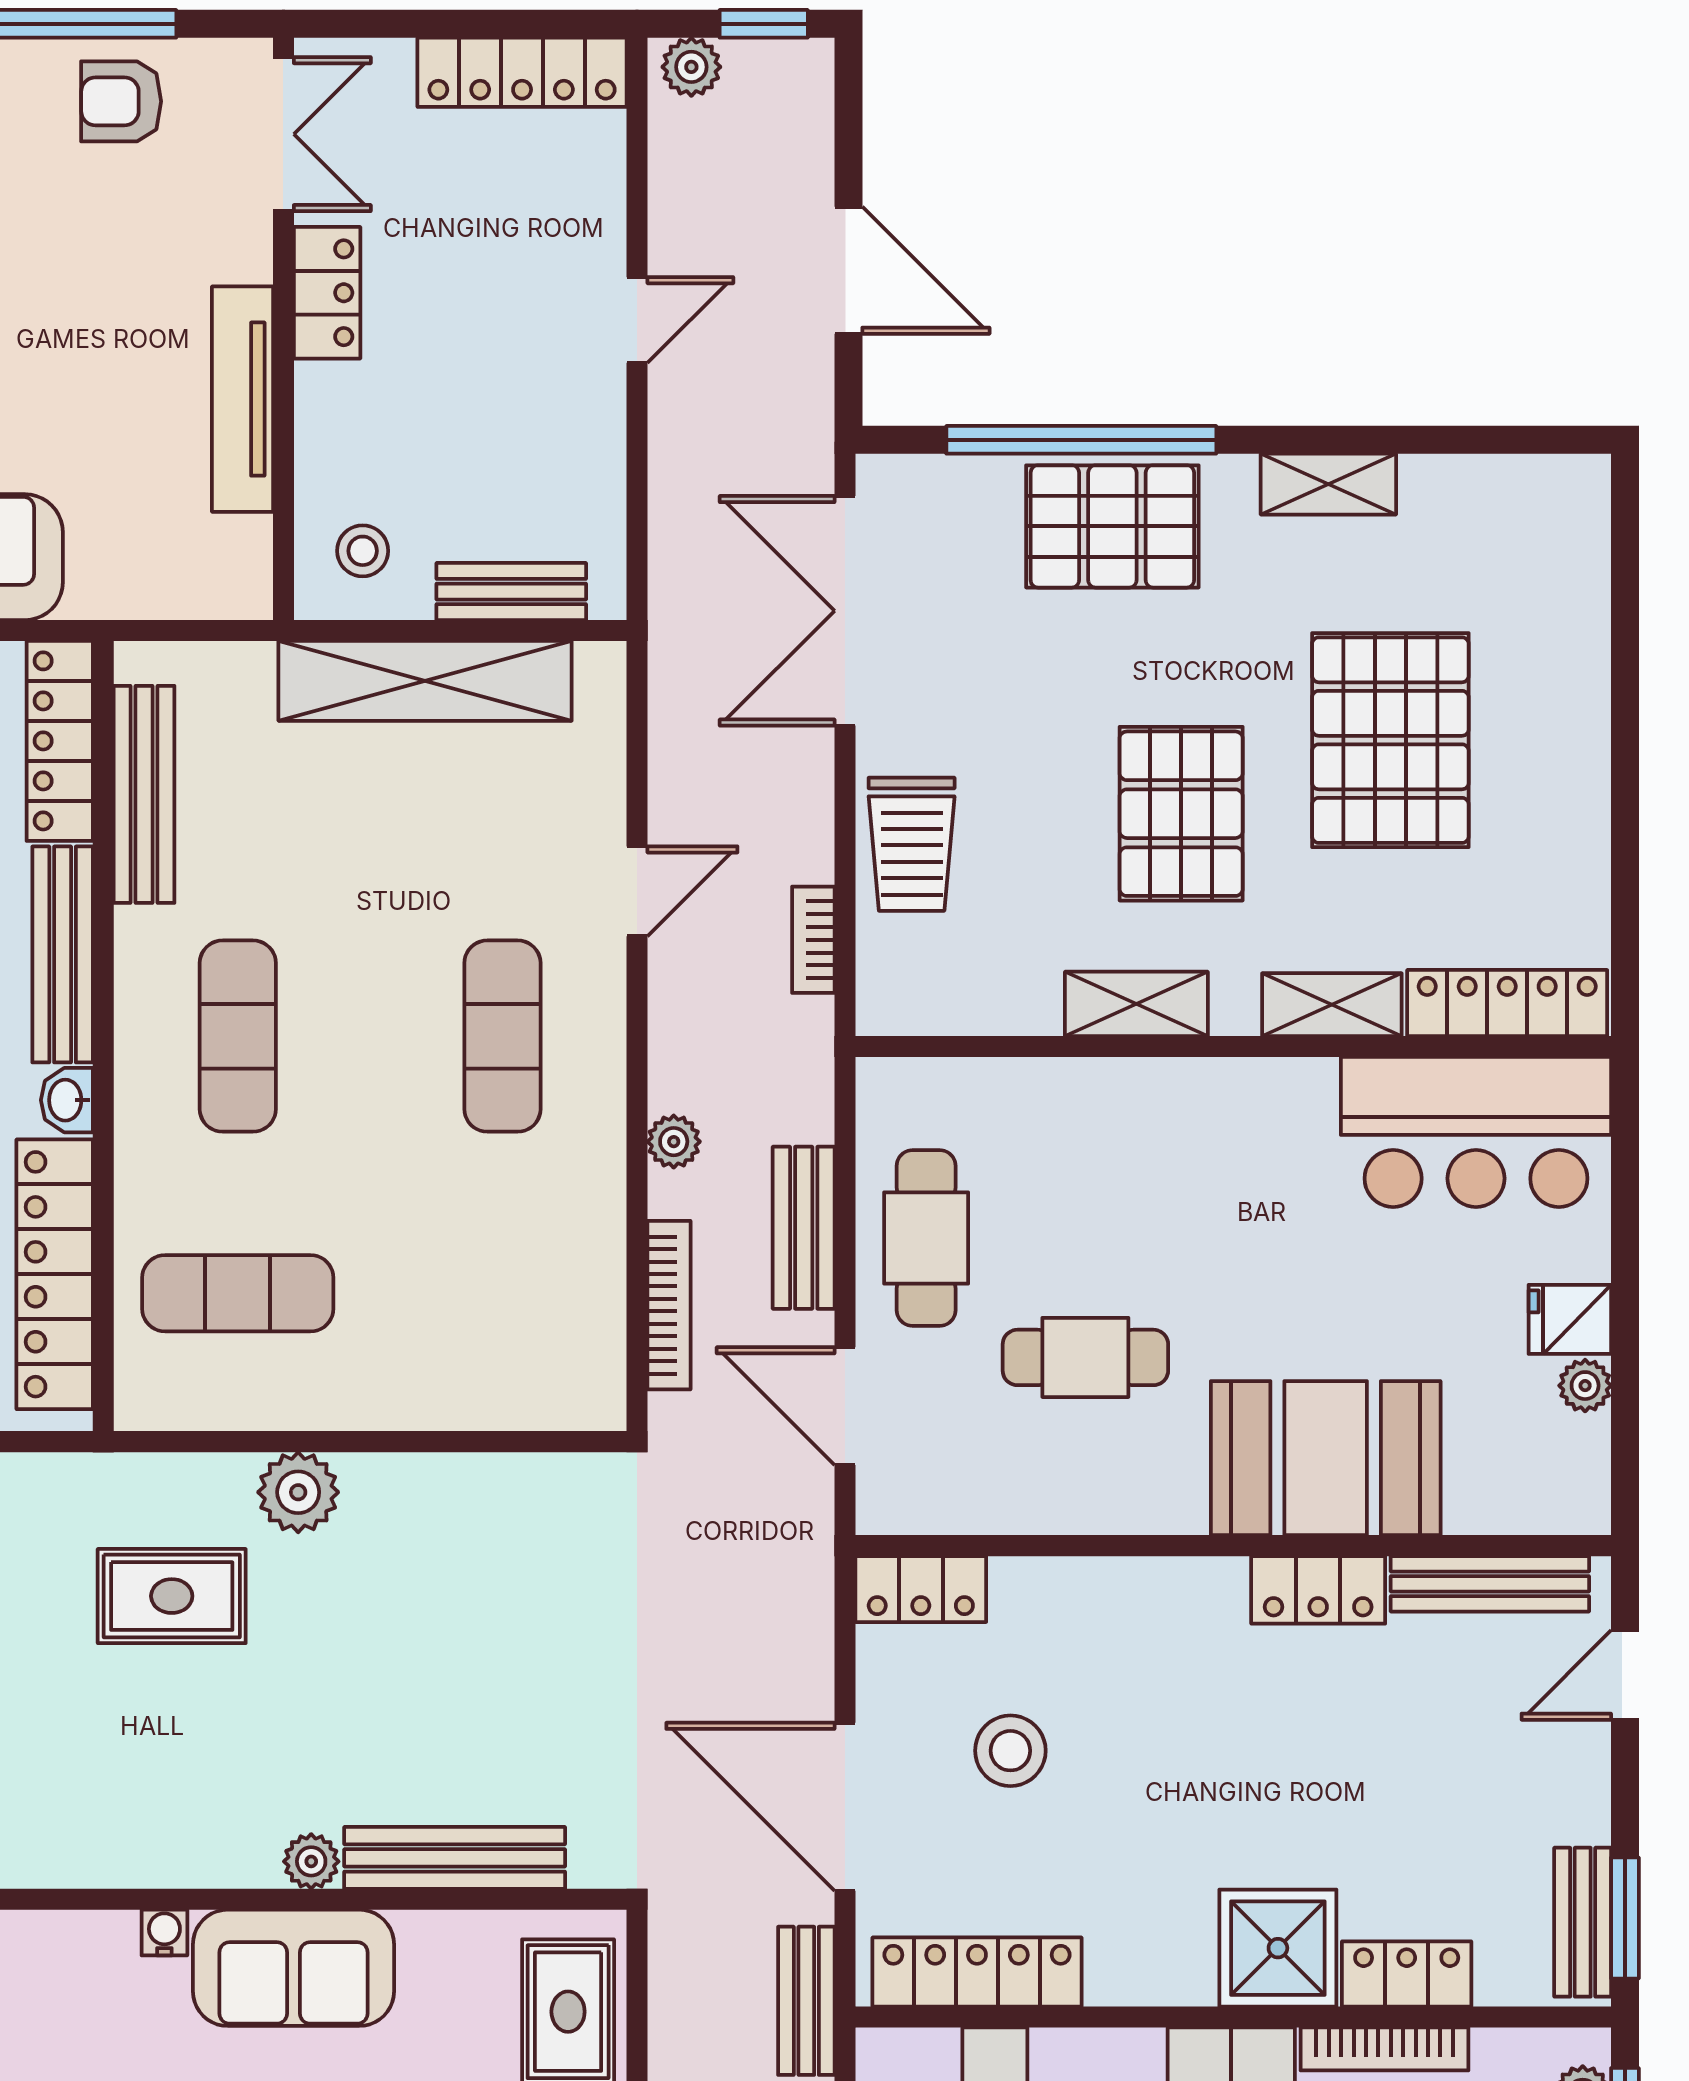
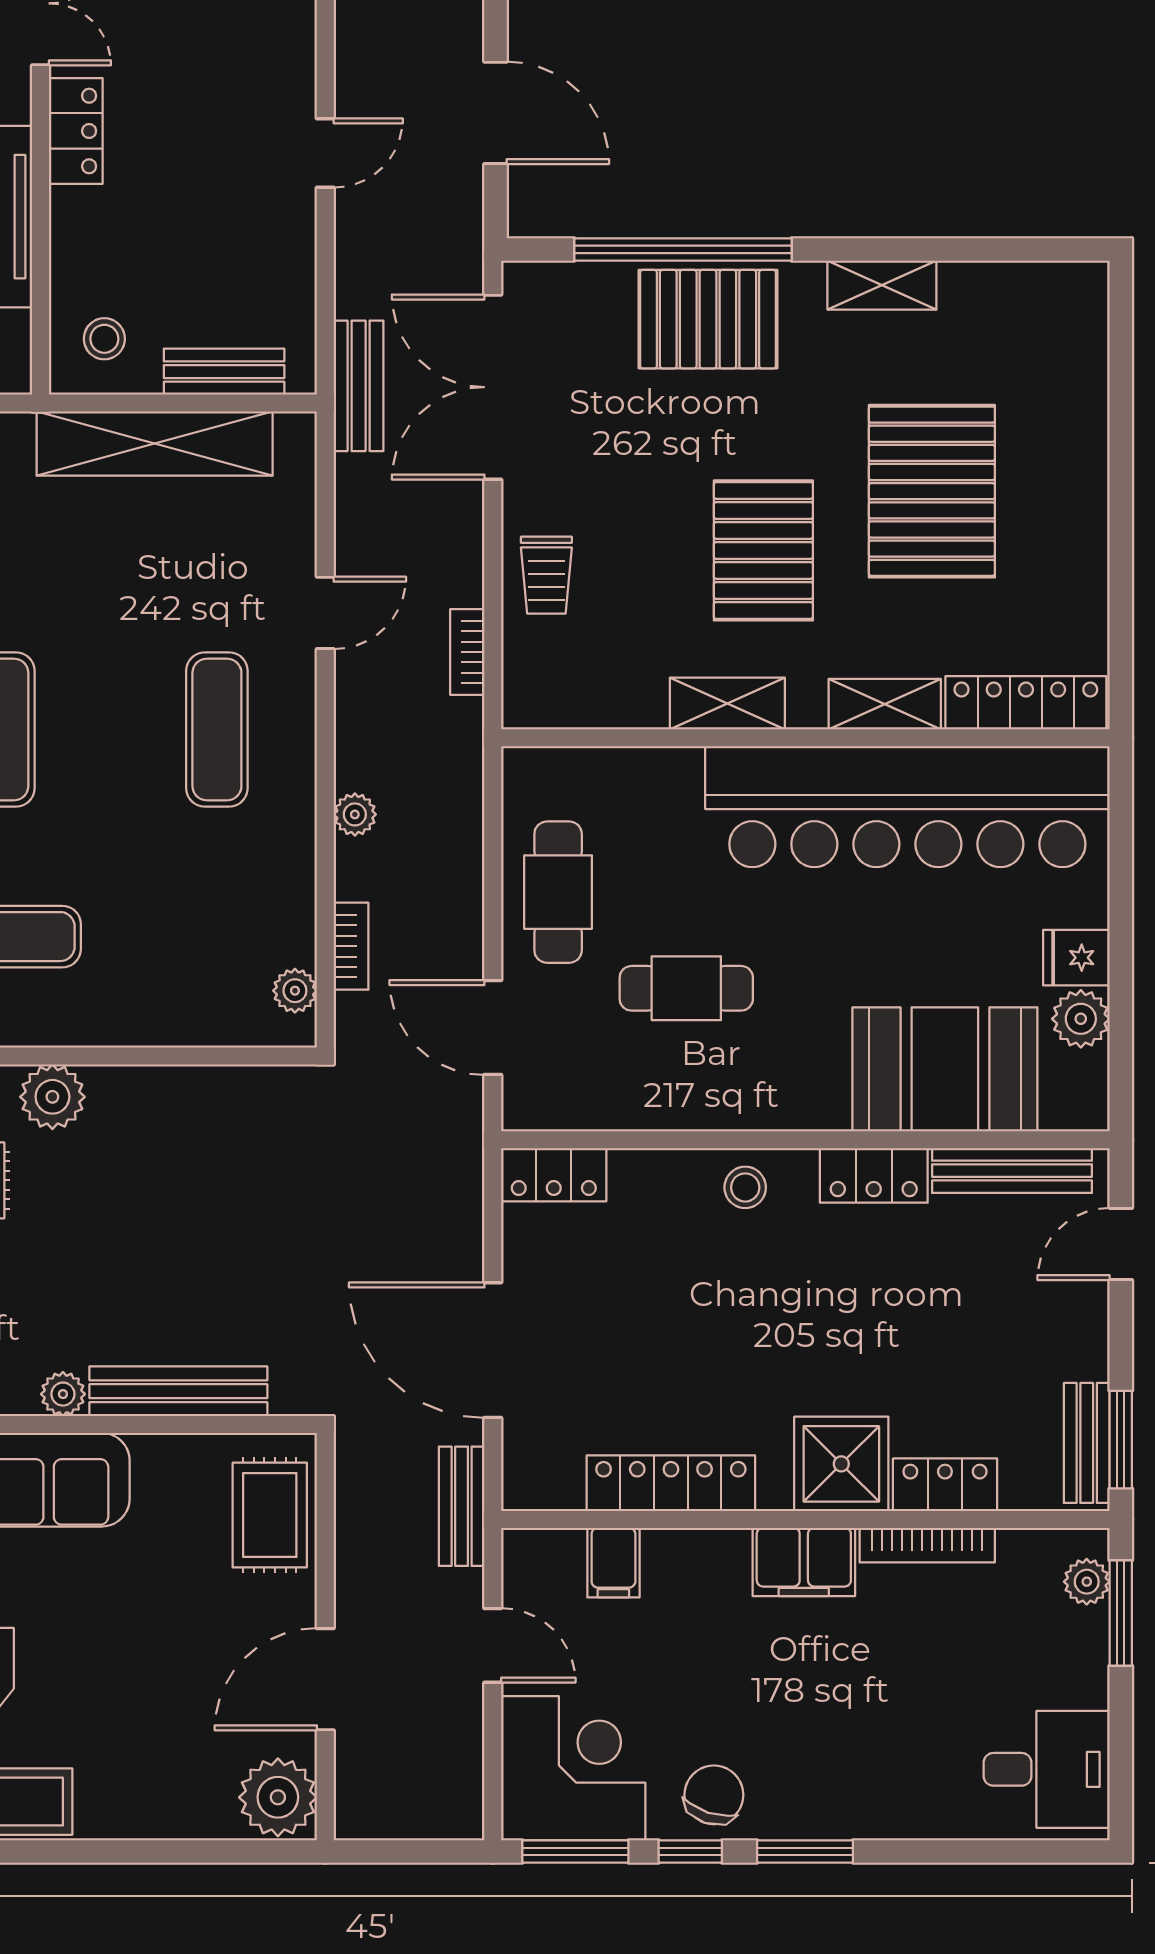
trolley: (912, 844) -> (546, 575), width x0.73, depth x0.72
bar counter: (1476, 1132) -> (907, 807), width x1.86
bench: (804, 1228) -> (359, 386), moved
bookcase: (669, 1305) -> (351, 946), width x0.64
plant: (599, 1360) -> (295, 991), added
plant: (1585, 1386) -> (1081, 1019), width x1.38, depth x1.38
booth: (1326, 1458) -> (945, 1069), moved
stool: (1010, 1751) -> (745, 1187), moved, width x0.73, depth x0.73
locker: (977, 1972) -> (671, 1483), moved

